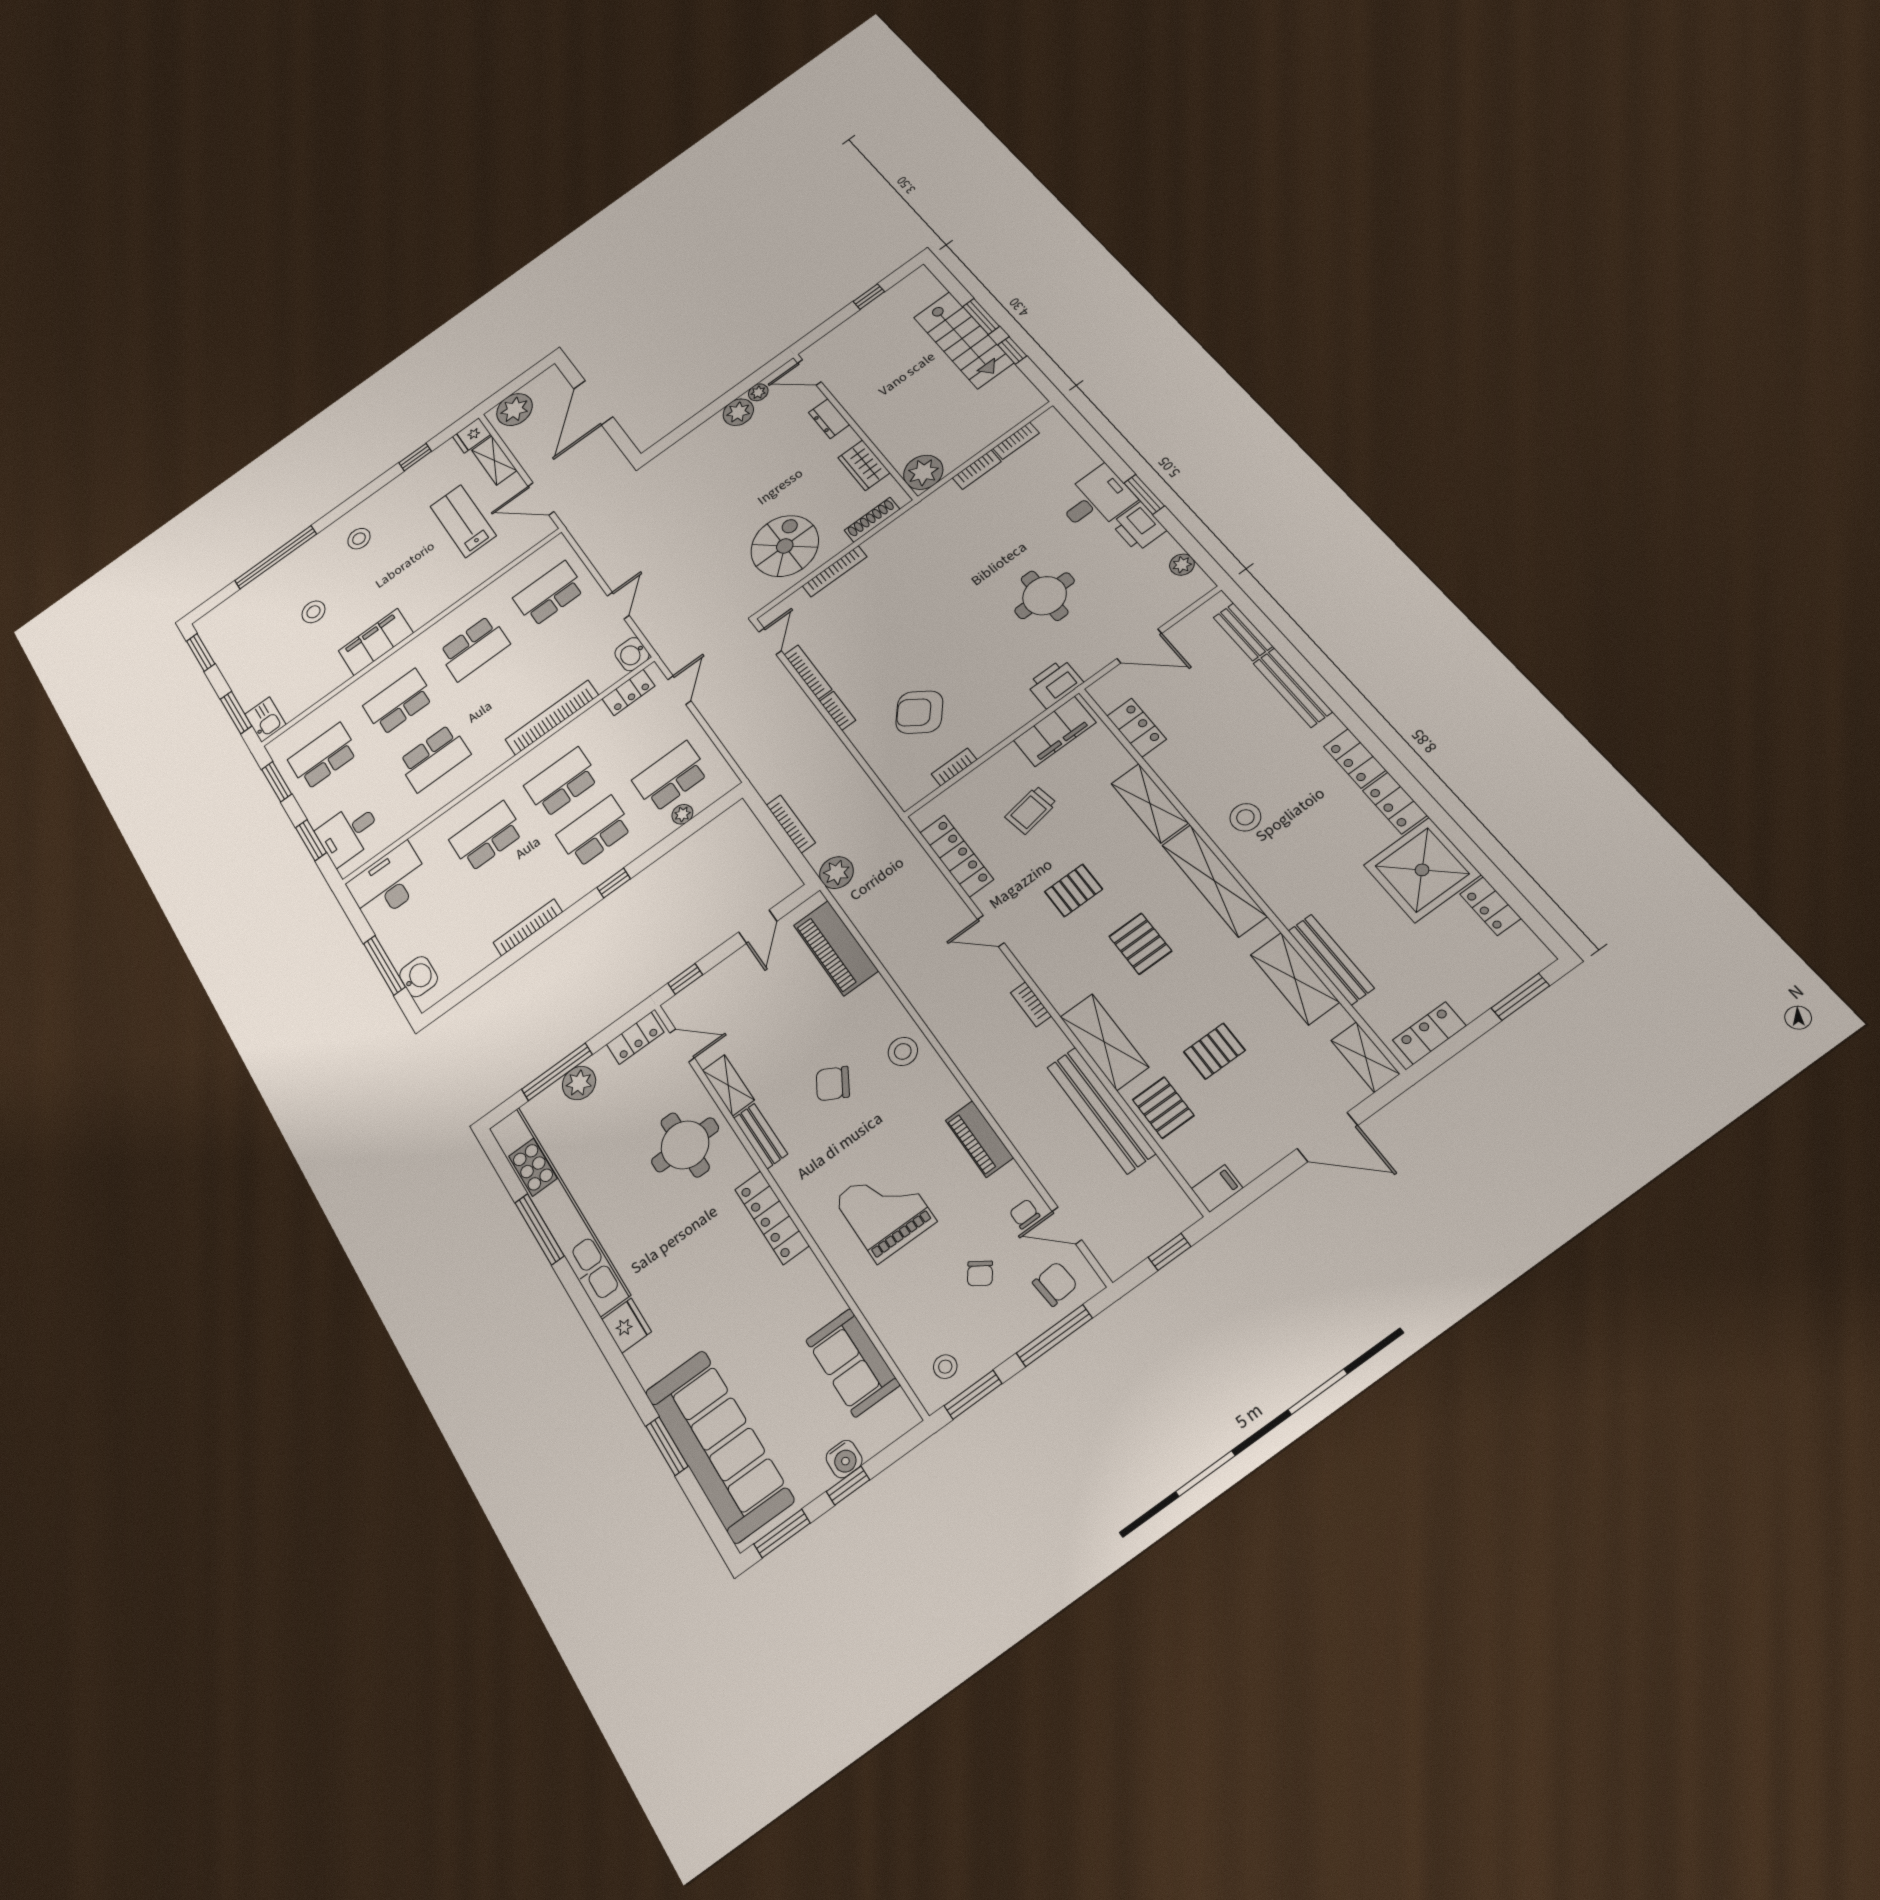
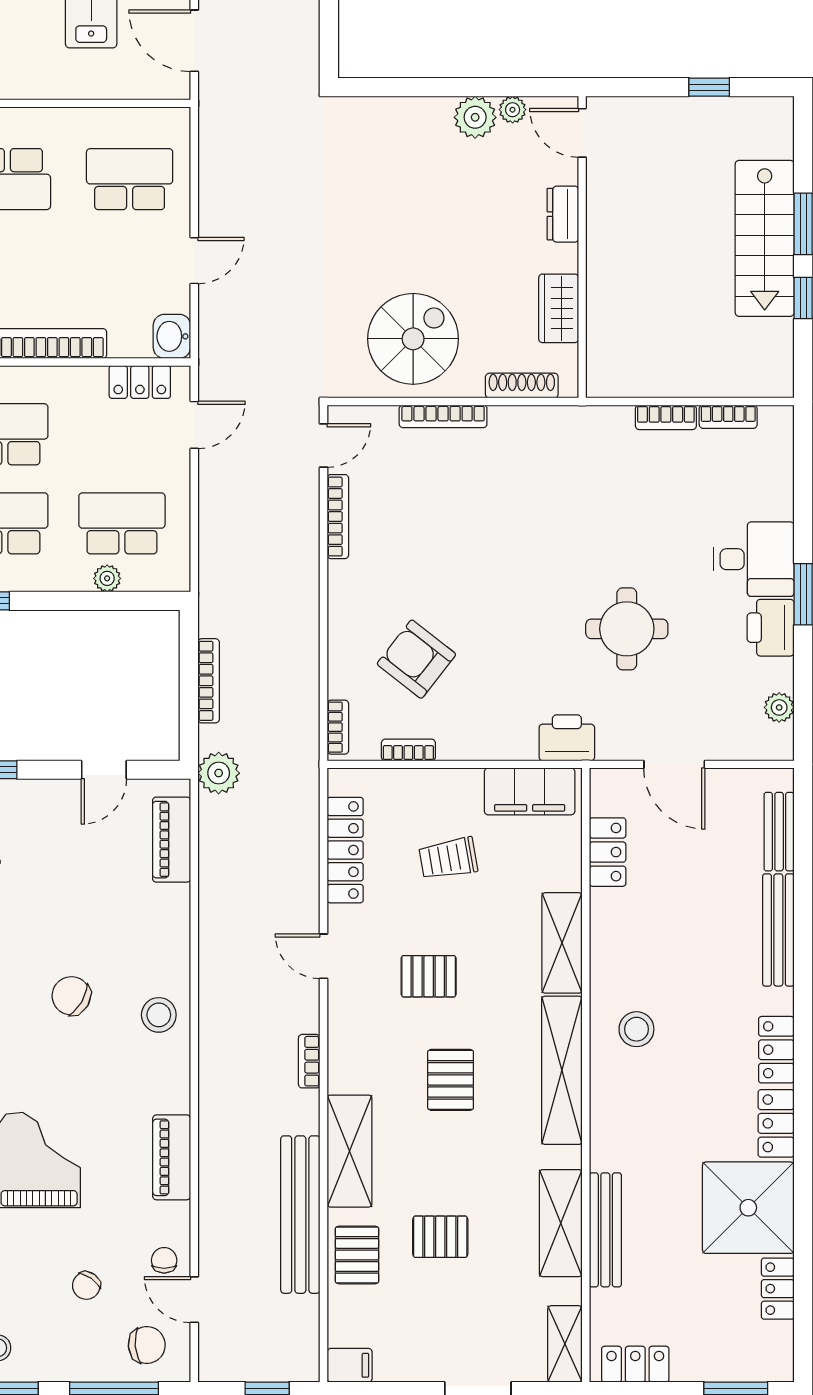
plant: (923, 472) -> (612, 372), removed
bookcase: (838, 711) -> (338, 727), moved
piano: (836, 948) -> (172, 840), width x0.73, depth x0.75

